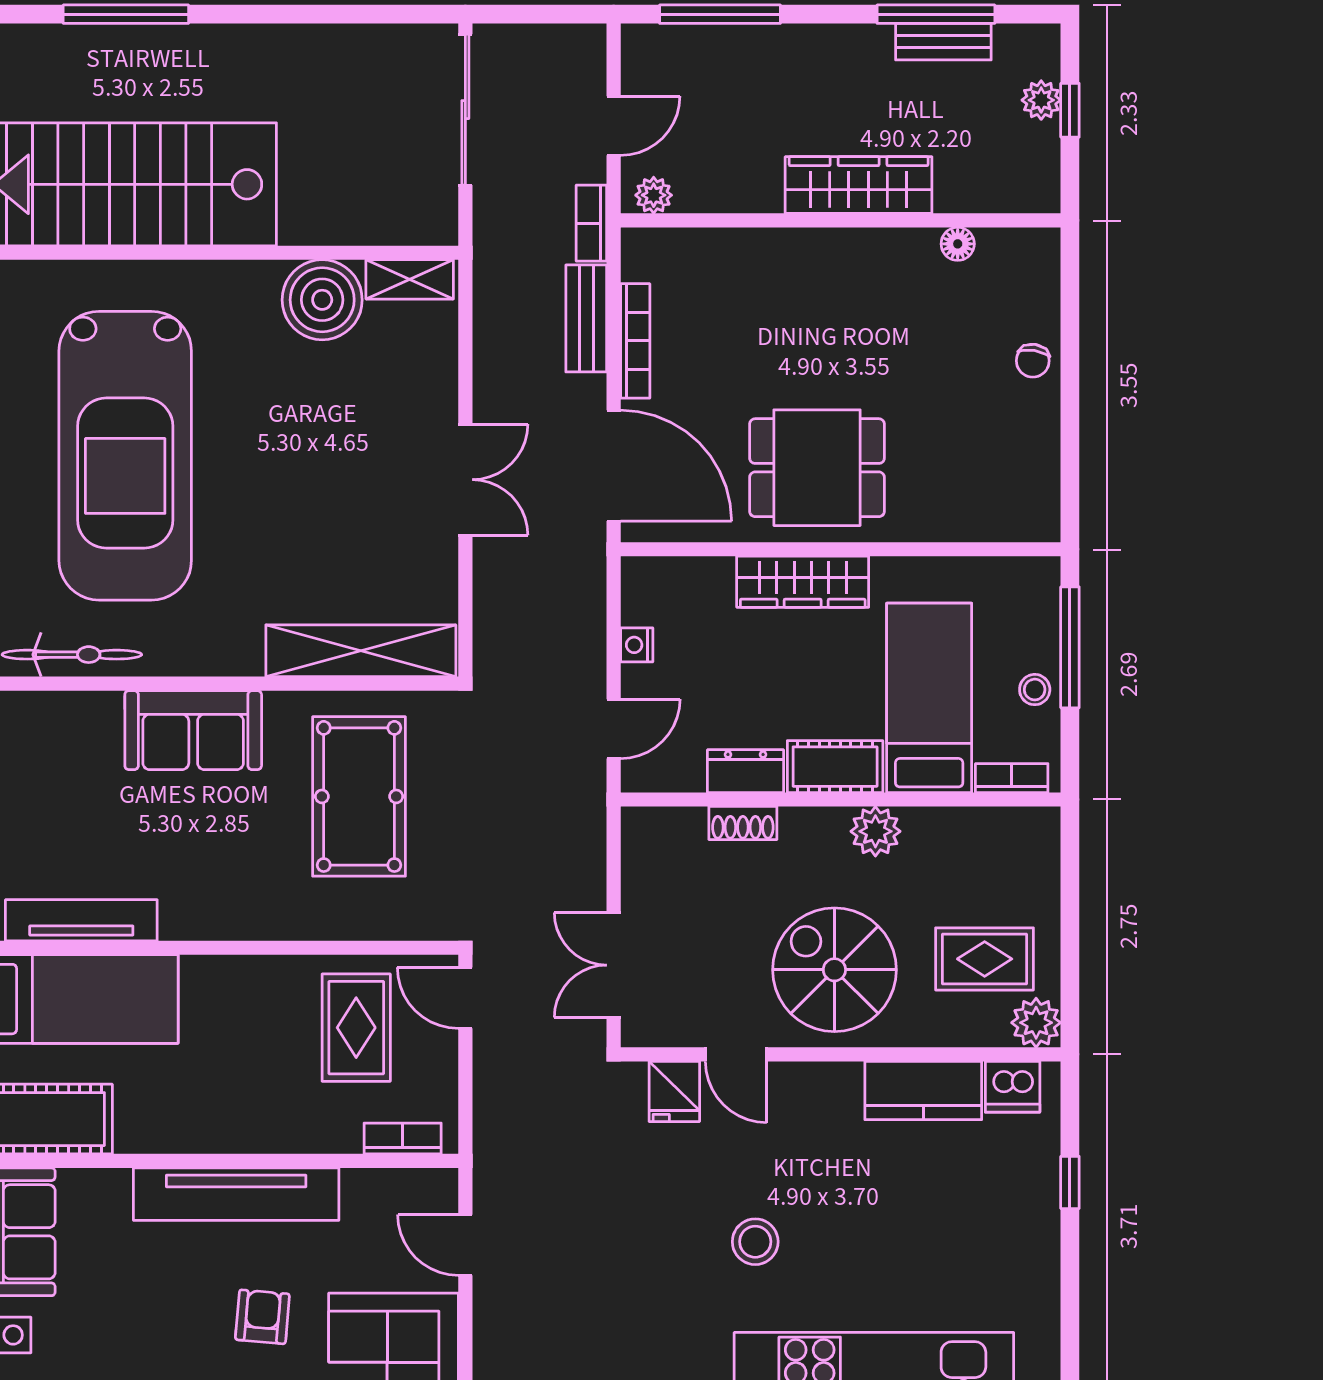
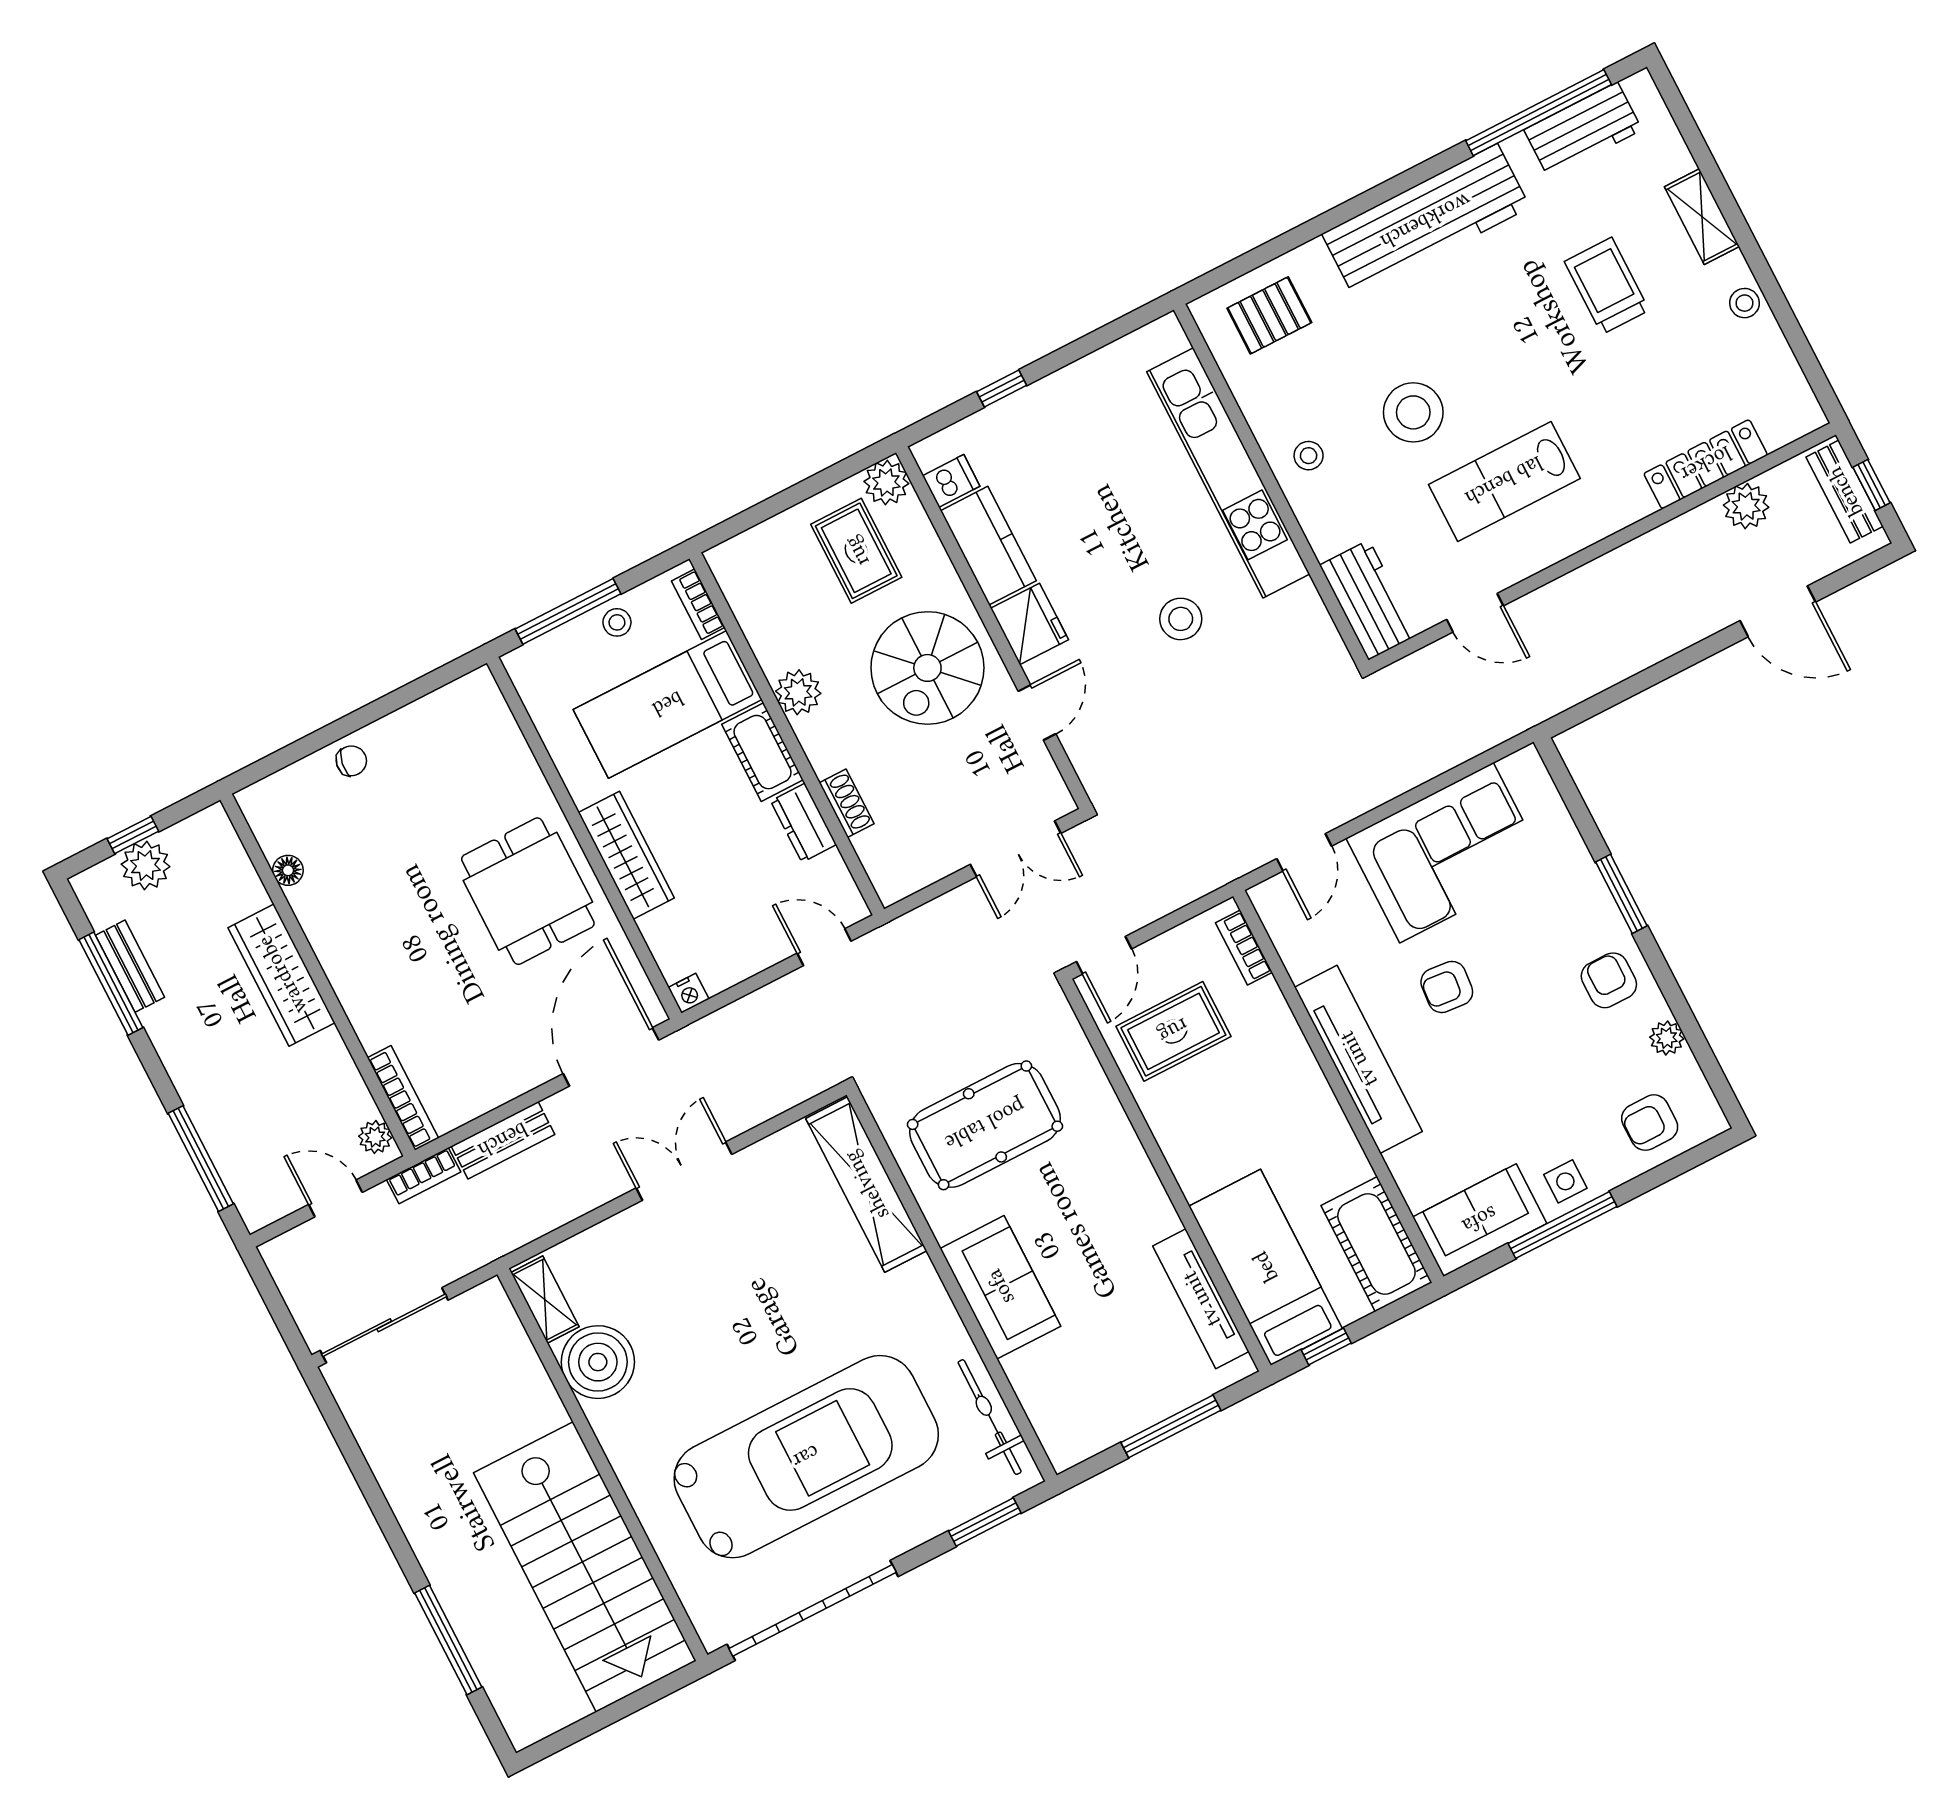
plant: (1041, 100) -> (146, 865), width x1.38, depth x1.38
bookcase: (635, 341) -> (403, 1098), moved, turned 90
nightstand: (637, 645) -> (689, 993), moved
dishwasher: (1013, 1087) -> (951, 481), width x0.73
fridge: (674, 1091) -> (1029, 624), moved, width x1.38

